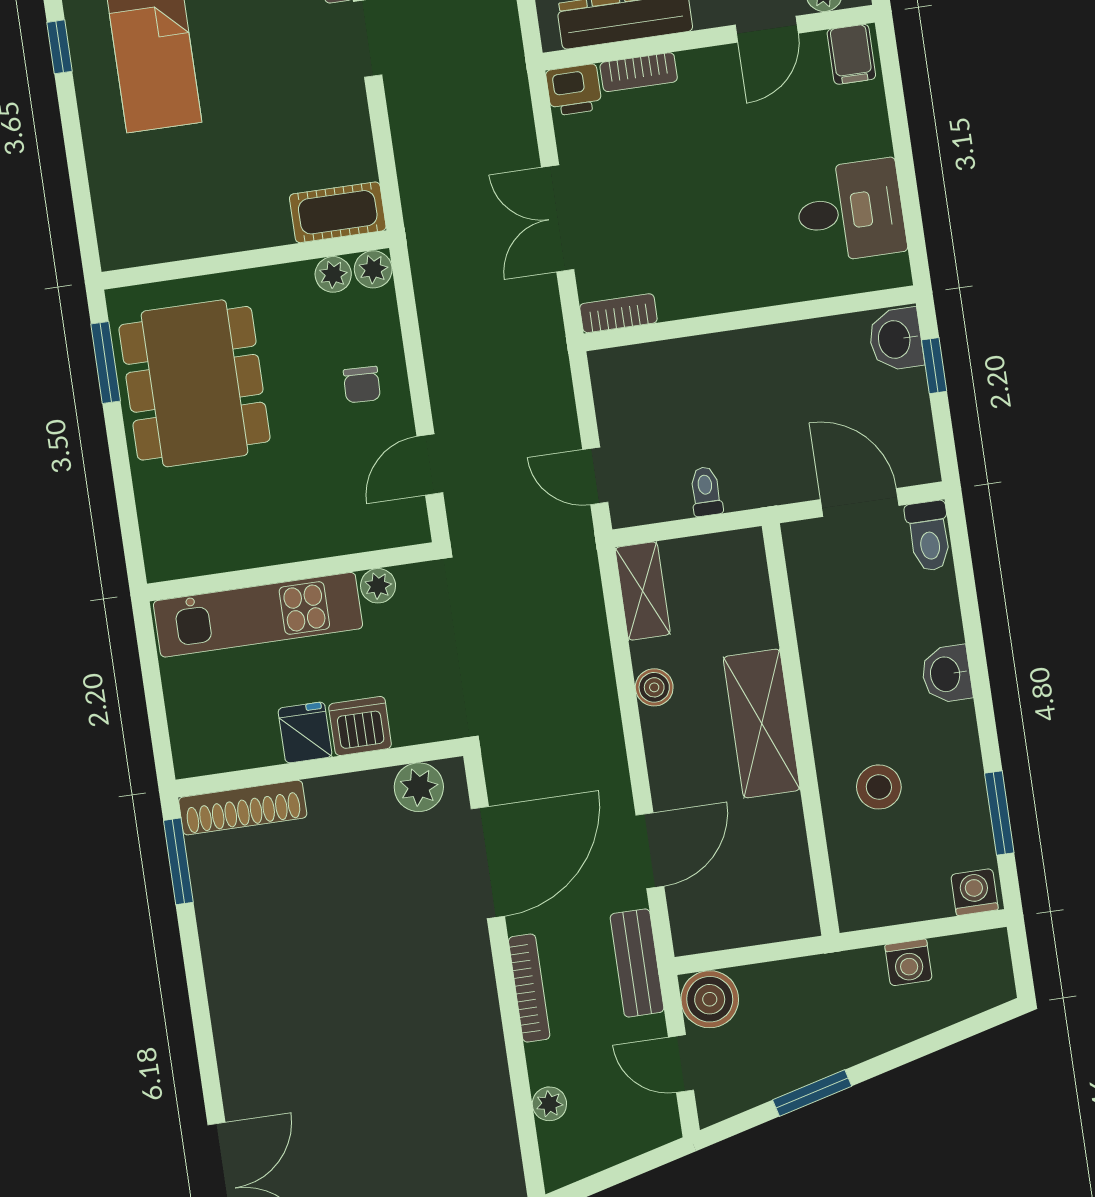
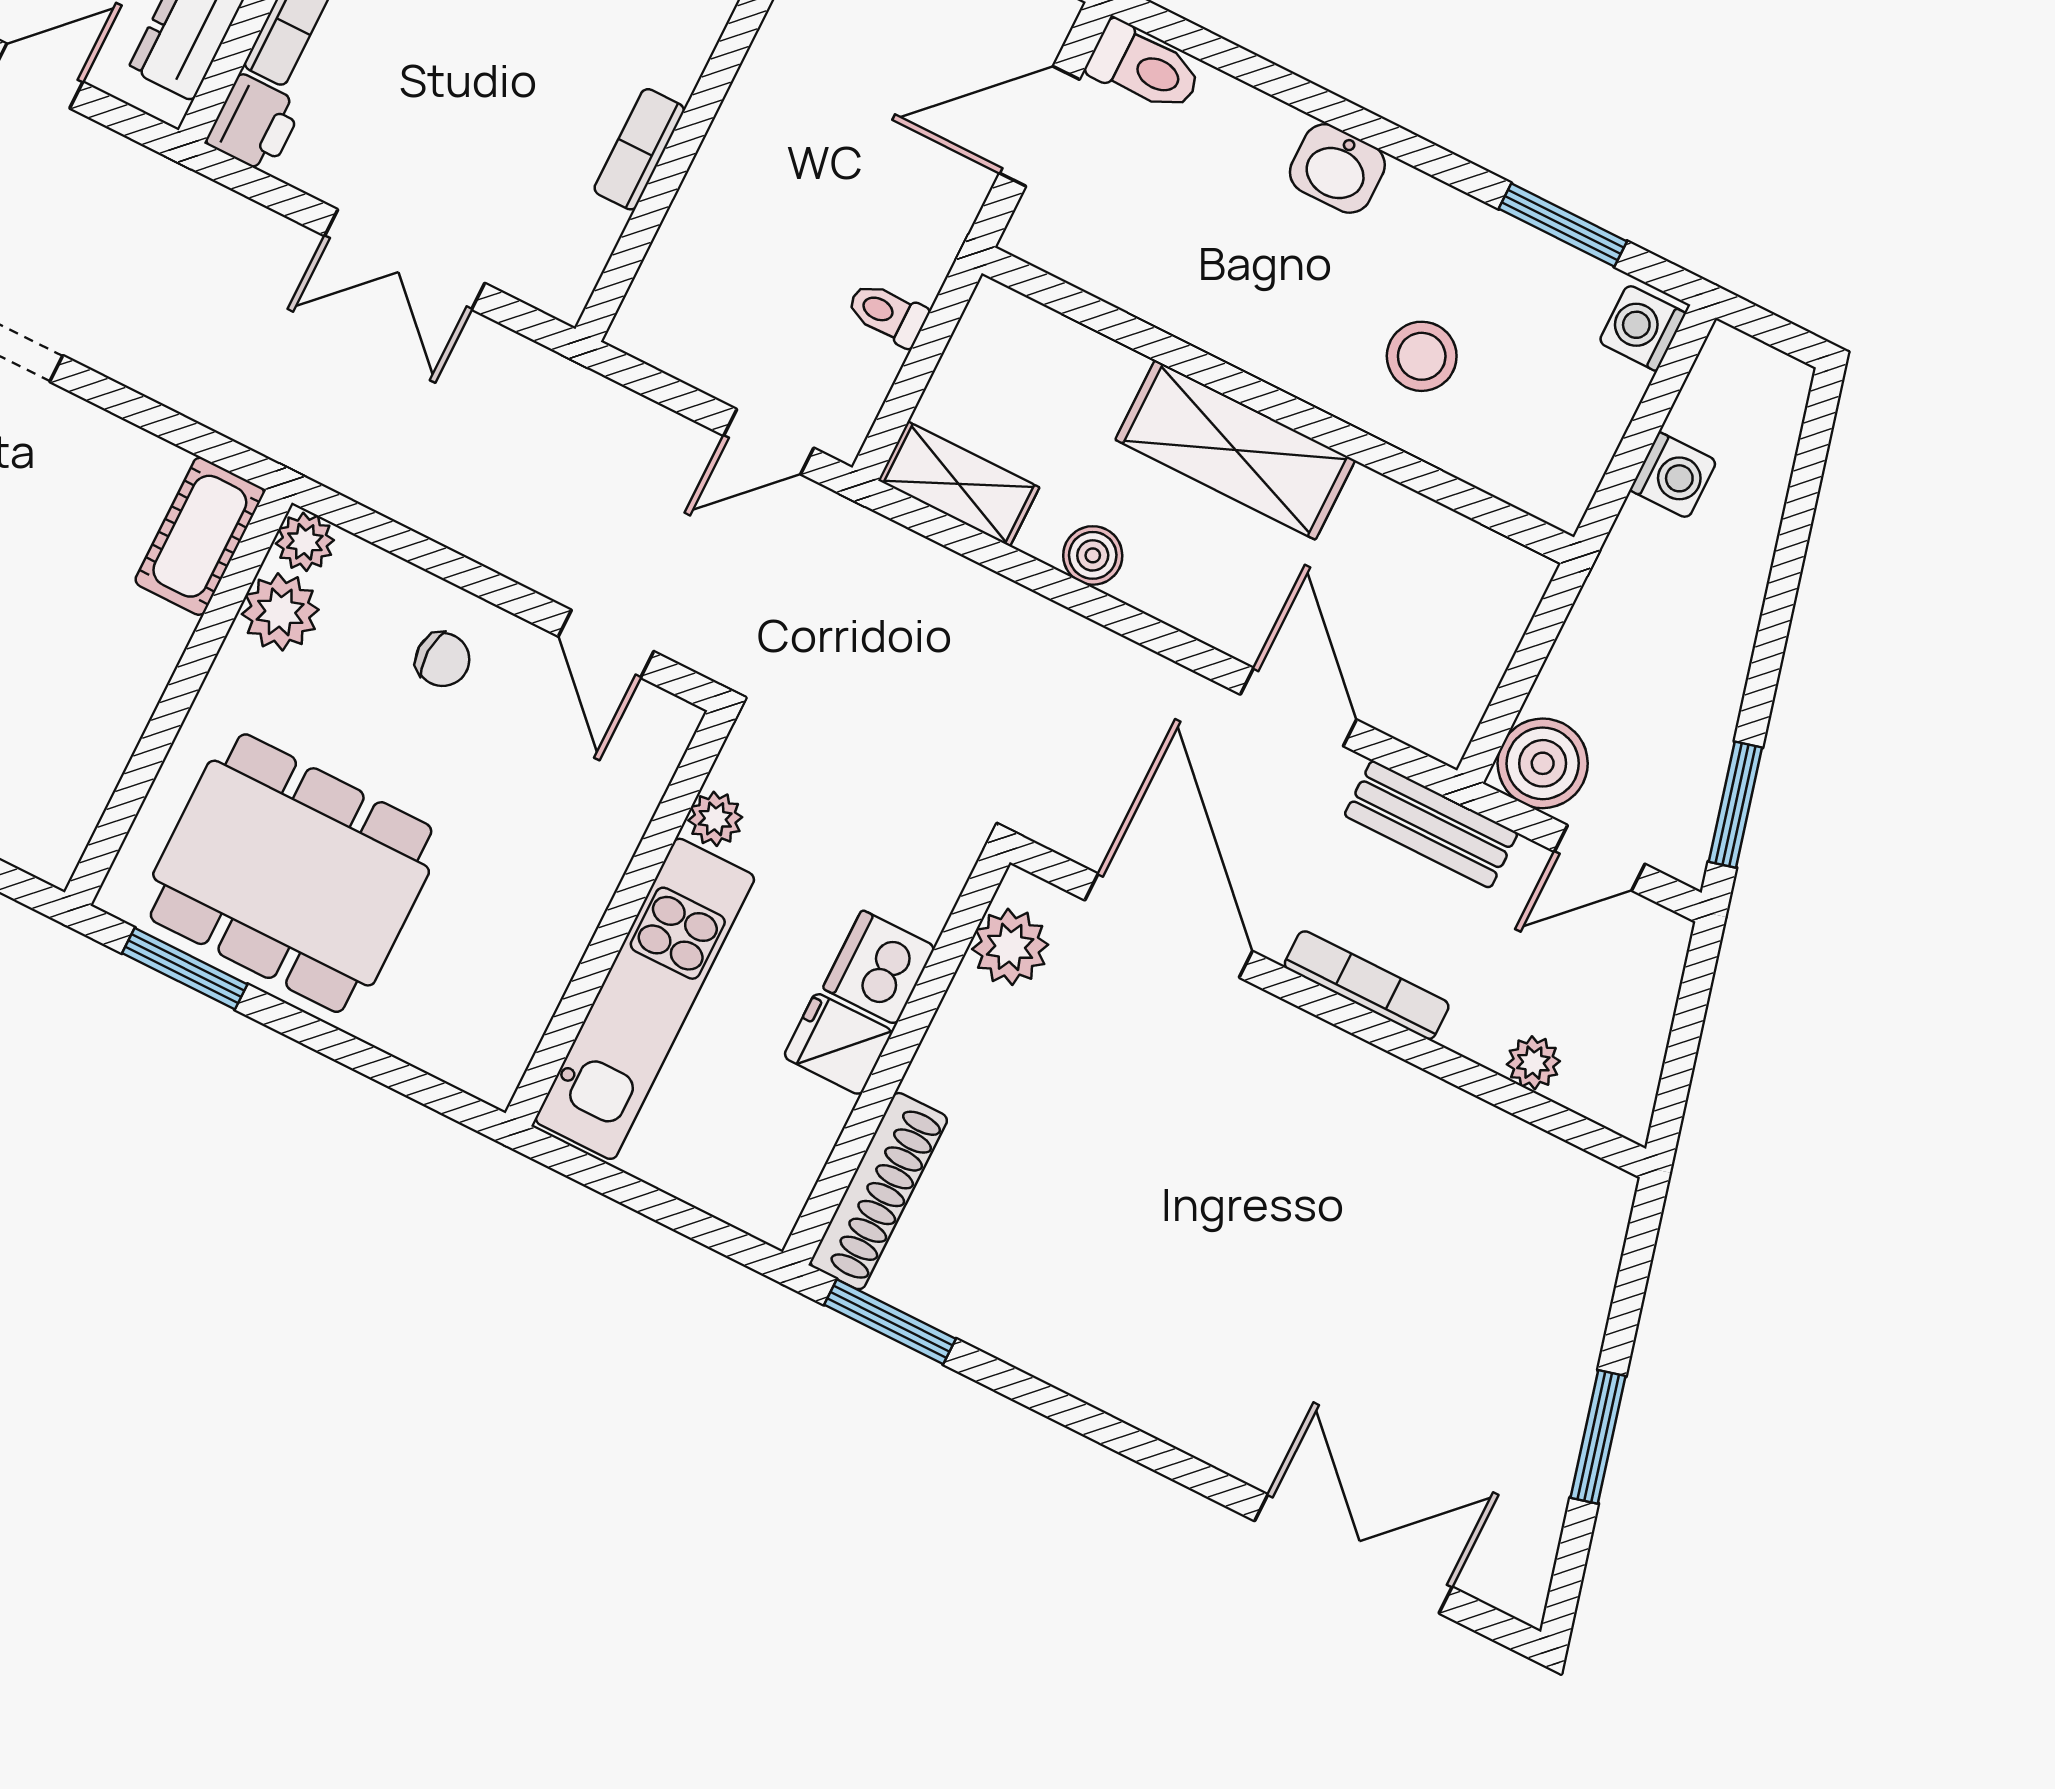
plant: (333, 274) -> (280, 612), width x1.38, depth x1.38
bookcase: (618, 313) -> (639, 149), moved
window: (812, 1093) -> (1735, 805), moved

